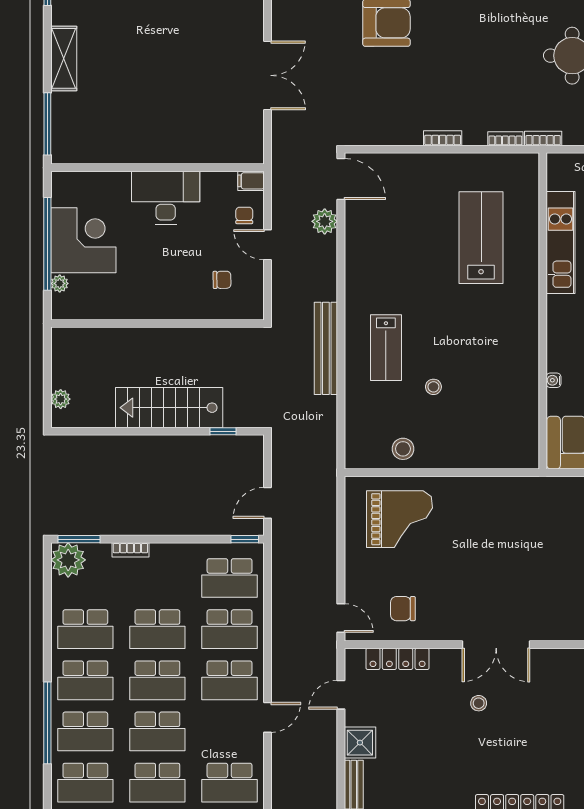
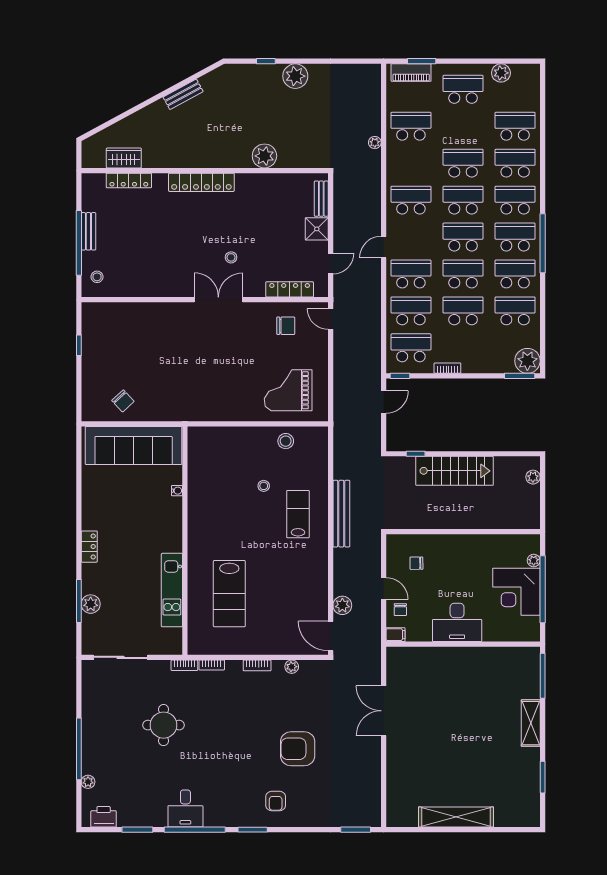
plant: (395, 136) -> (292, 667), added
bookcase: (130, 550) -> (447, 368), moved

